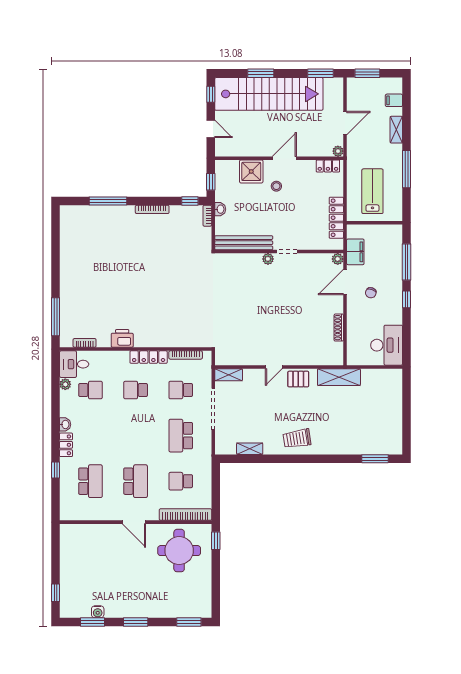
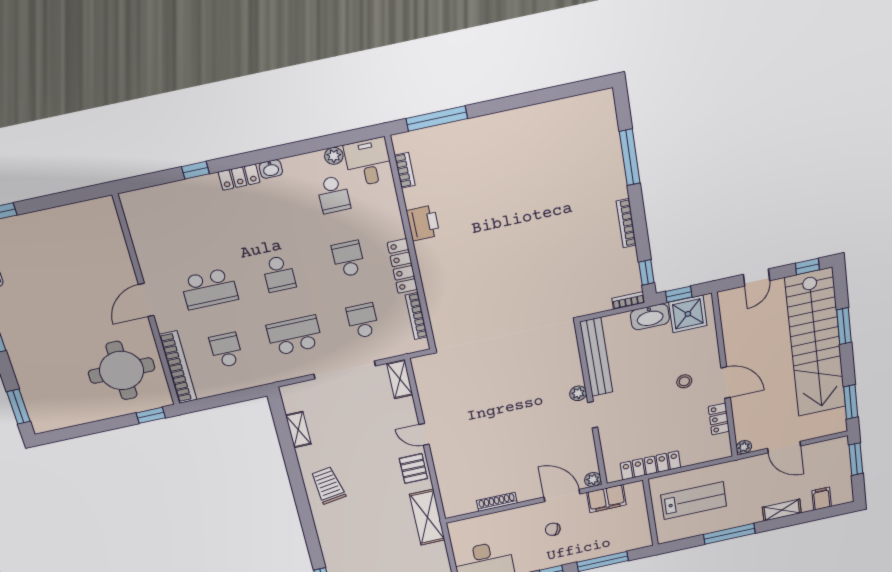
locker: (328, 166) -> (719, 419), moved
shower: (251, 171) -> (688, 314), moved
washbasin: (220, 209) -> (650, 317), width x1.91, depth x1.45
school desk: (90, 481) -> (279, 274), moved, width x0.54

